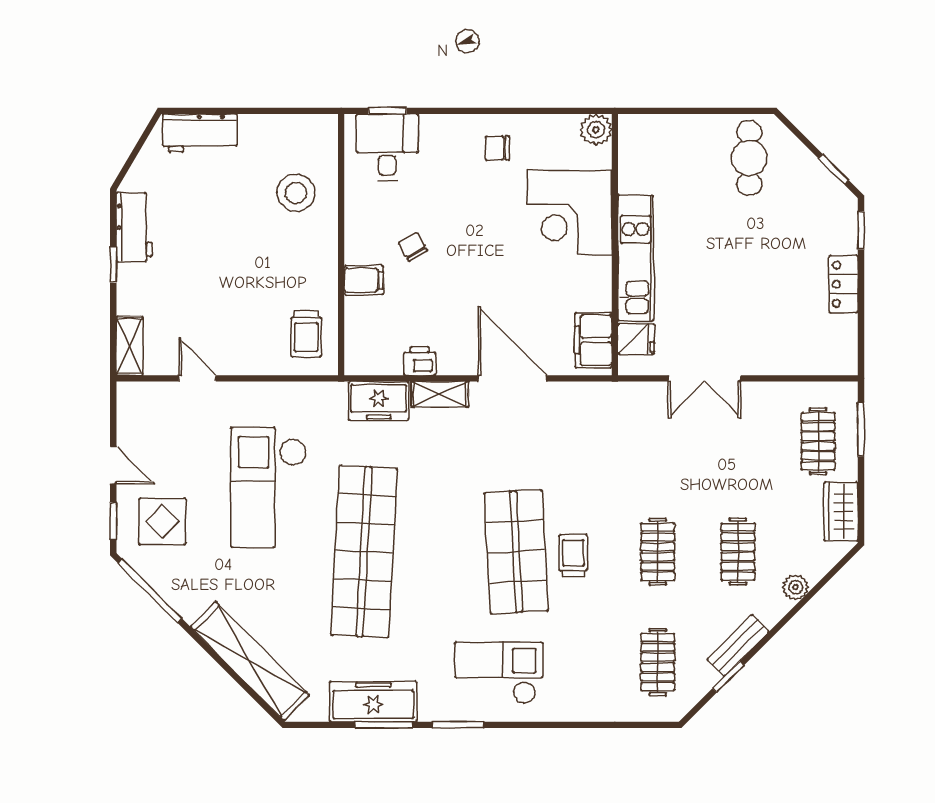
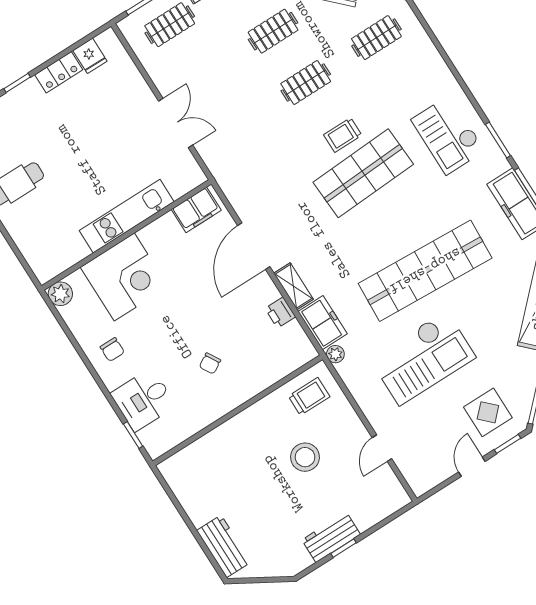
desk: (387, 147) -> (143, 400), moved
stool: (296, 193) -> (305, 457), moved
workbench: (134, 227) -> (331, 537), moved
filing cabinet: (364, 280) -> (251, 381), removed
fridge: (636, 339) -> (90, 56), moved, turned 180
shelving: (129, 346) -> (389, 505), removed
plant: (335, 393) -> (335, 354), added

